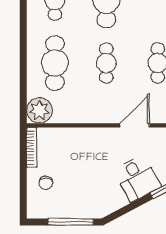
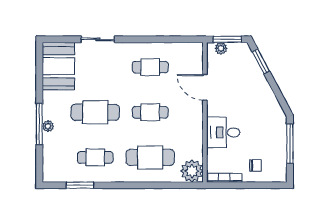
desk: (137, 178) -> (223, 132), moved, turned -152

